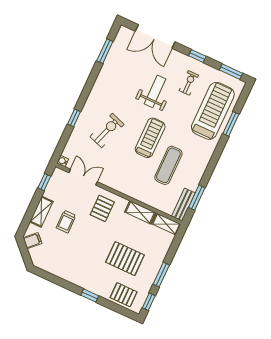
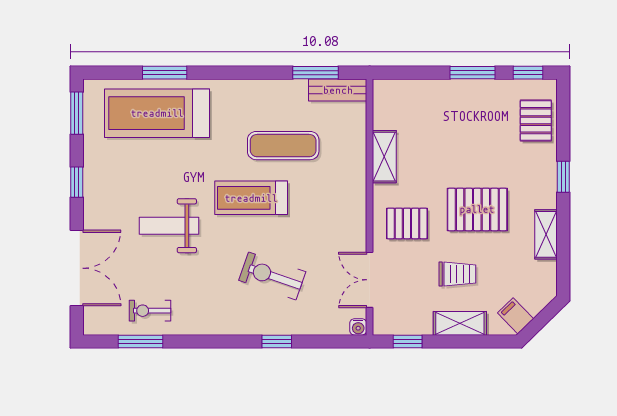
exercise bike: (189, 83) -> (150, 311), moved
shelving: (166, 224) -> (546, 234), moved
pallet: (125, 259) -> (477, 209), moved, turned 90

